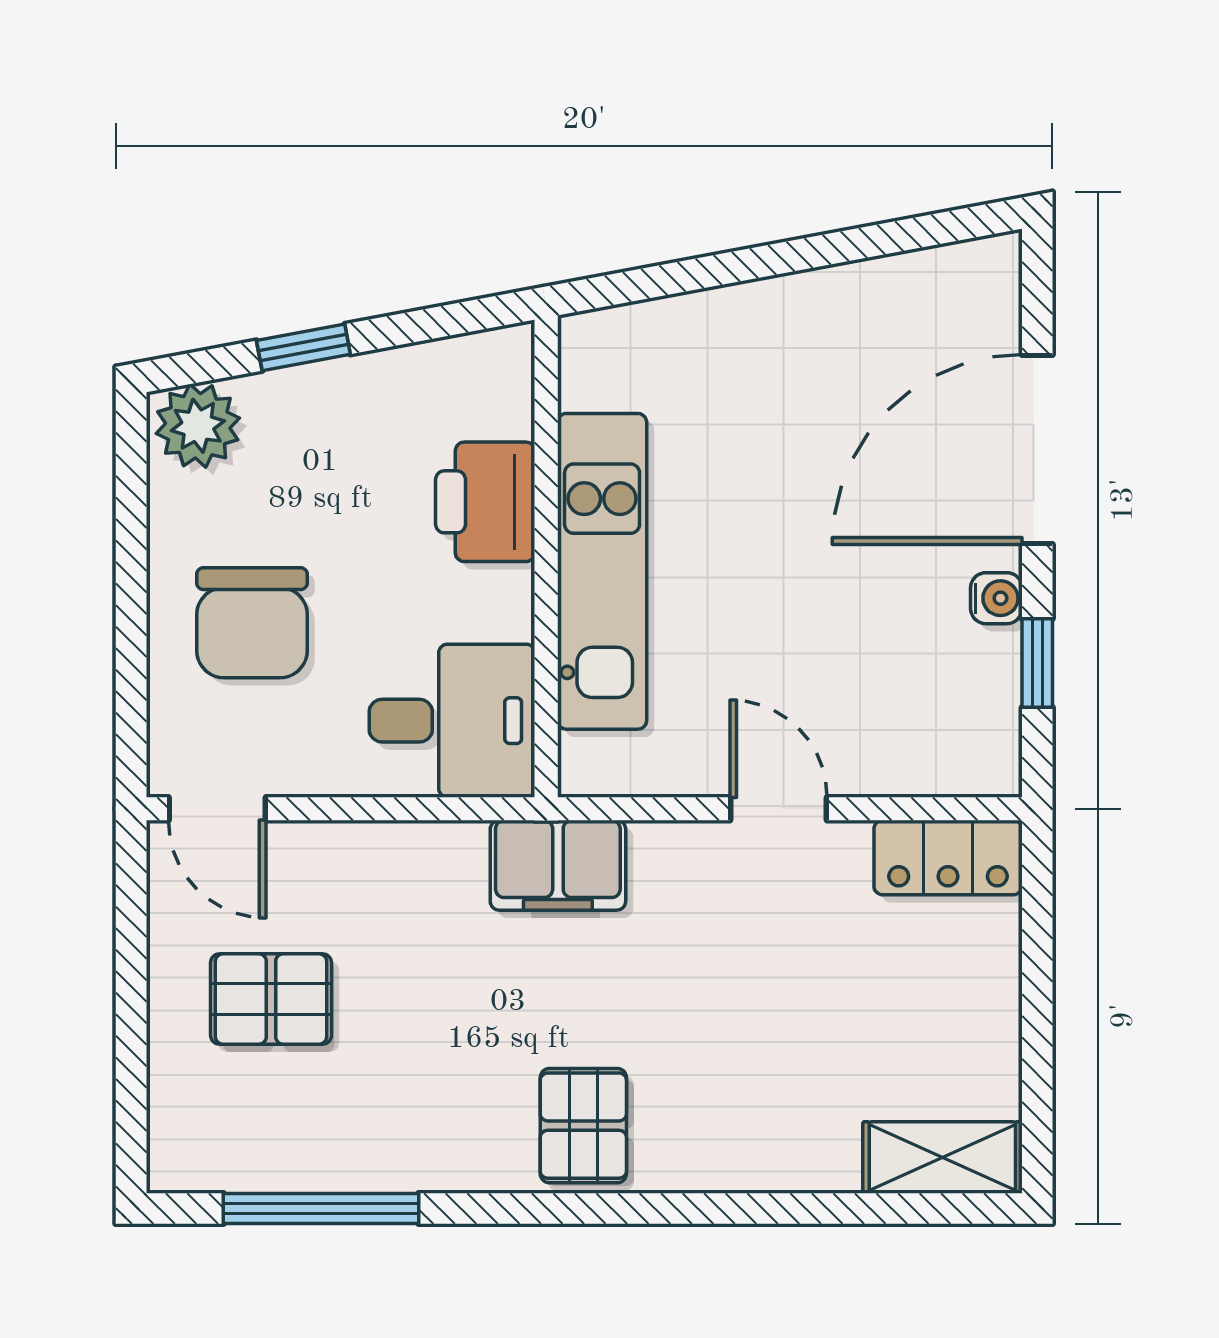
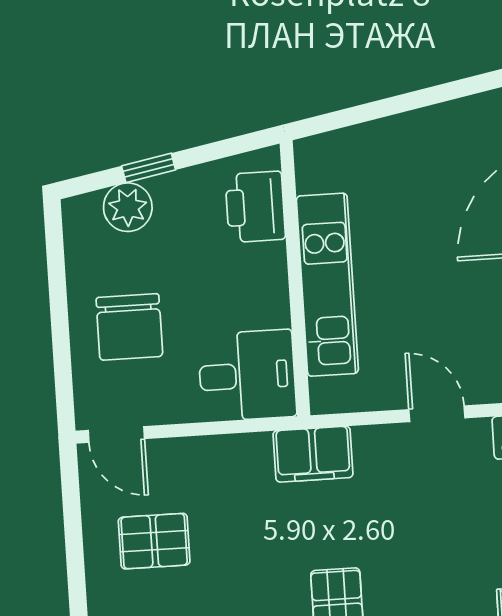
plant: (198, 426) -> (128, 207), moved
printer: (485, 502) -> (255, 207), moved

